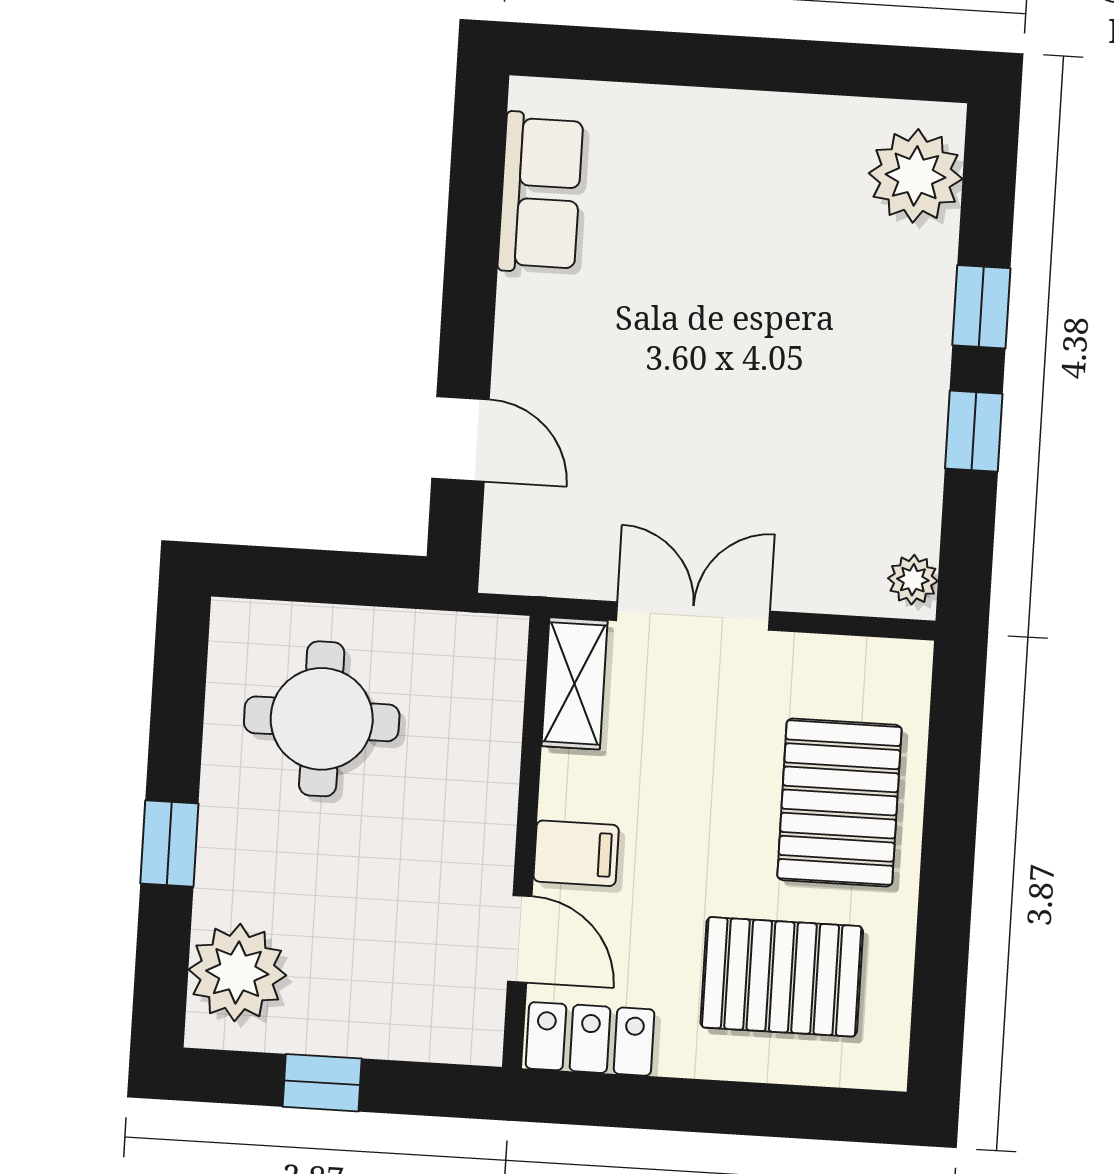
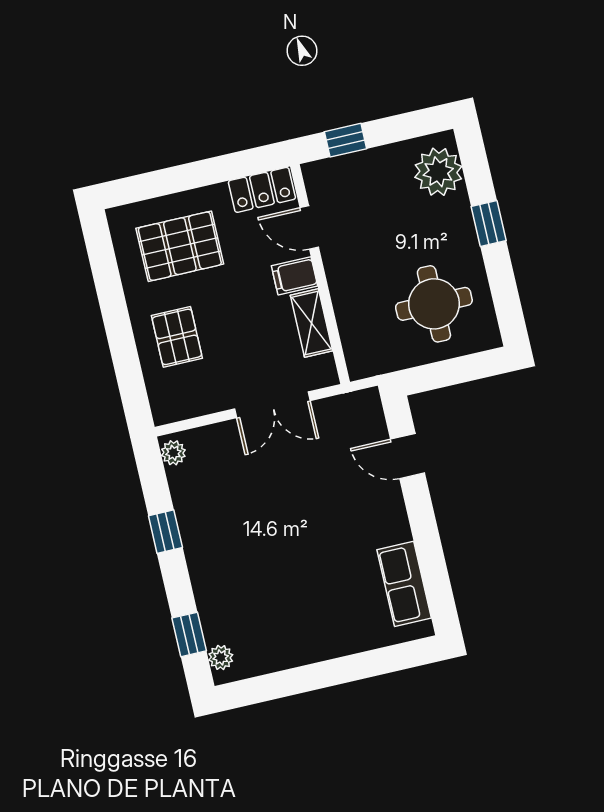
plant: (916, 176) -> (221, 657), width x0.53, depth x0.53
window: (981, 307) -> (189, 634), moved
shelving: (575, 683) -> (311, 323), moved
pallet: (839, 803) -> (177, 337), width x0.67, depth x0.71
window: (322, 1083) -> (346, 140), moved

